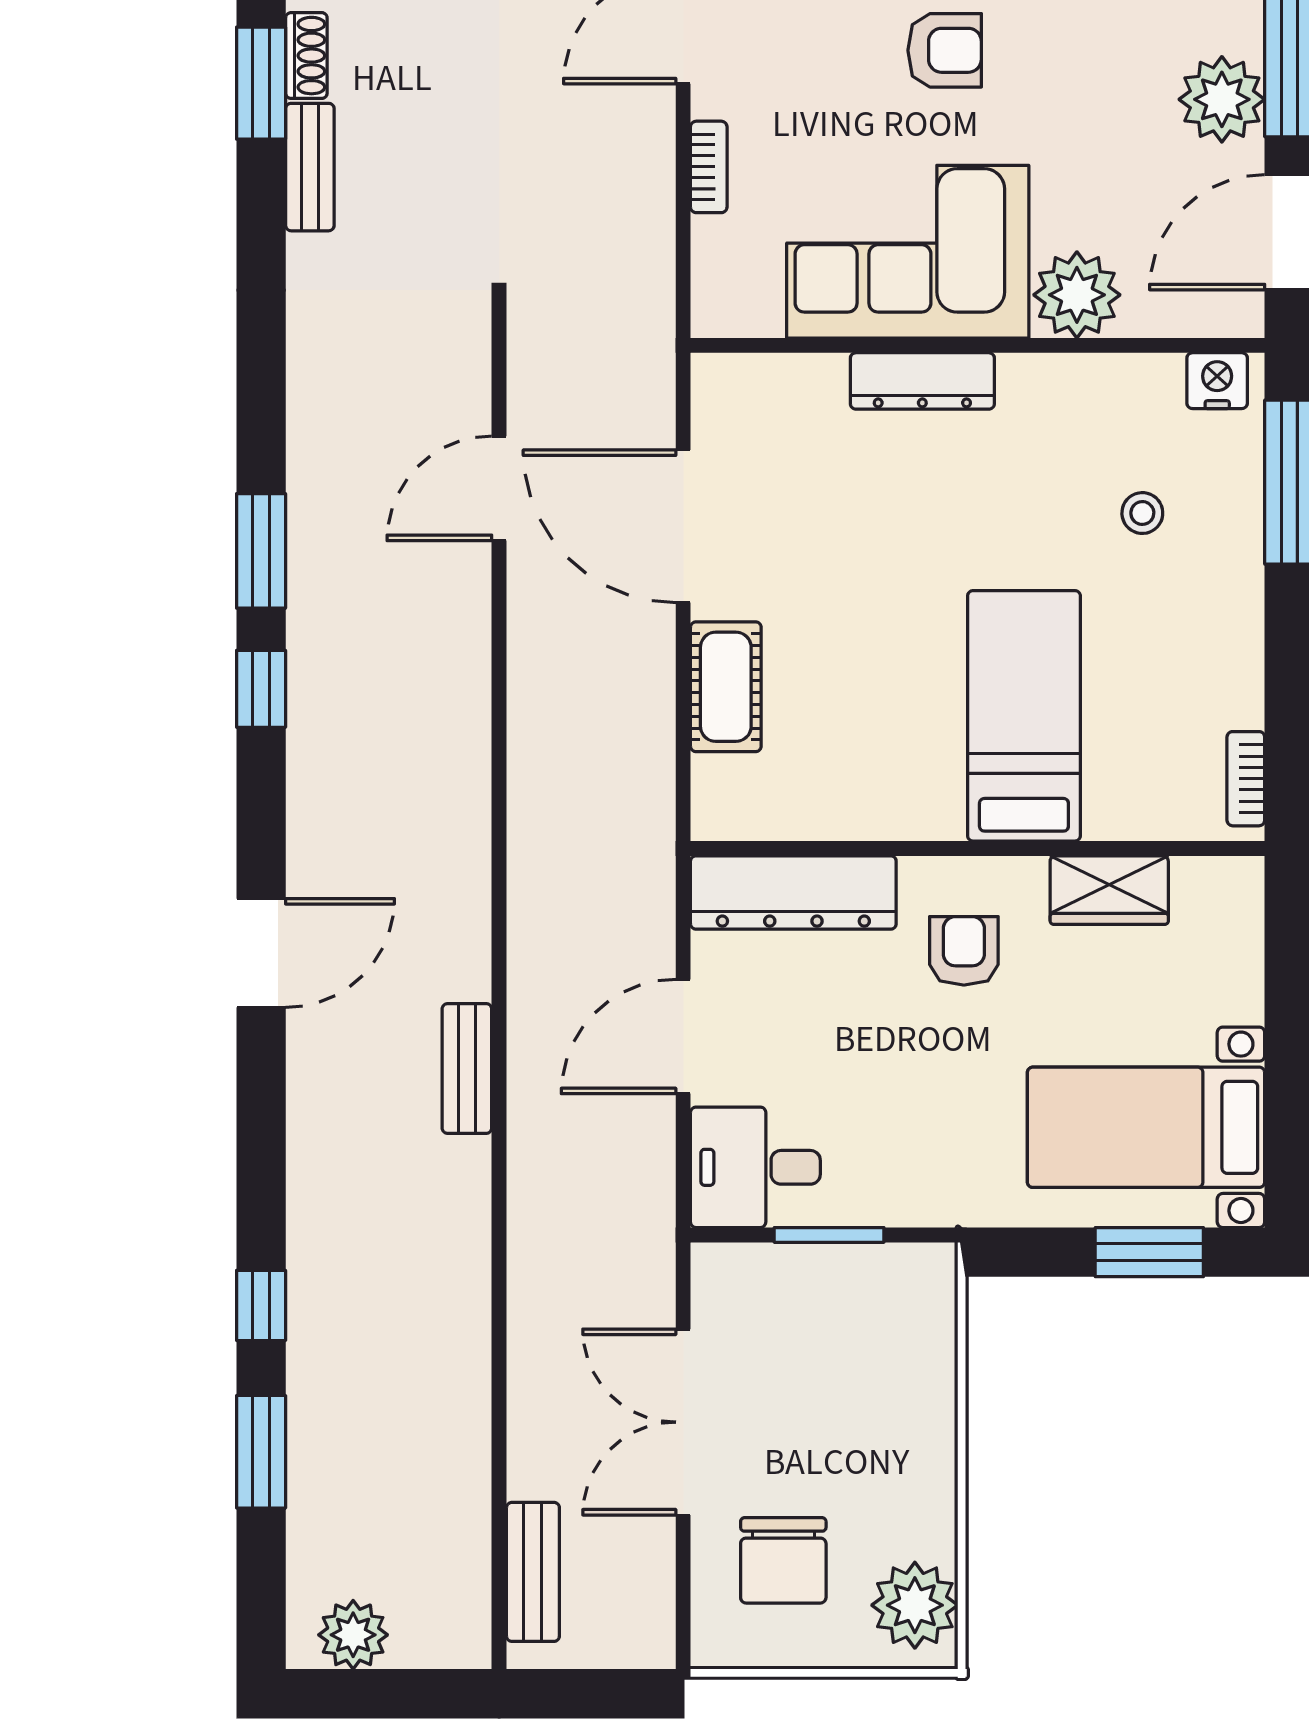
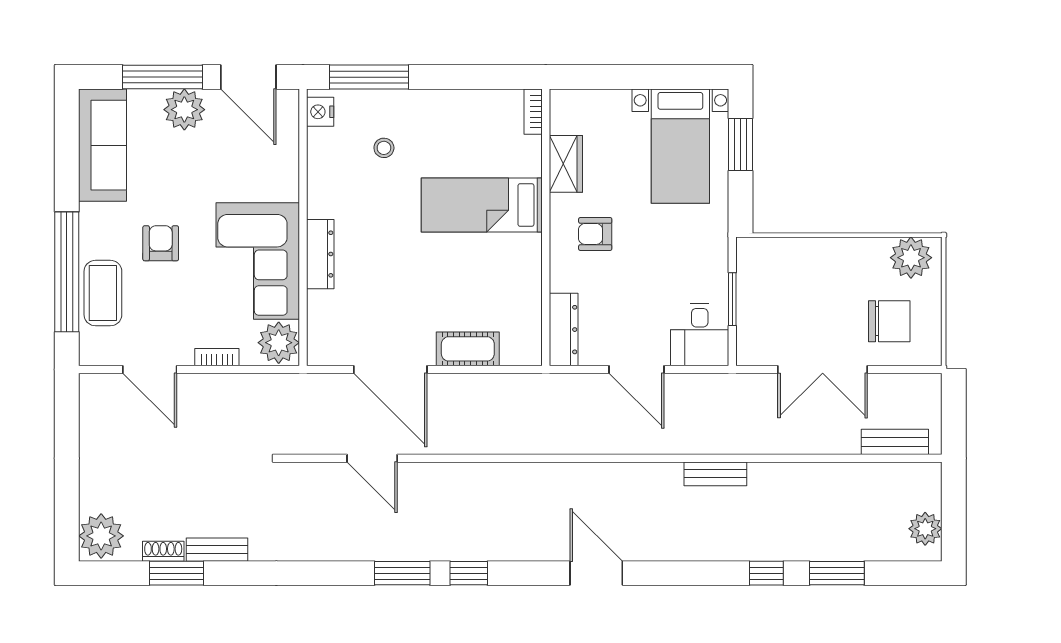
plant: (1077, 295) -> (279, 343), moved
door: (683, 526) -> (390, 369), hinge flipped
bookcase: (1246, 779) -> (533, 112), moved, turned 90
dresser: (793, 892) -> (564, 330), width x0.73, depth x0.80
bench: (467, 1068) -> (715, 474), moved

